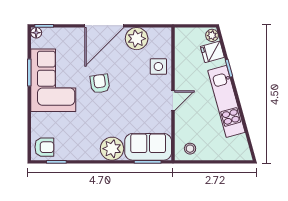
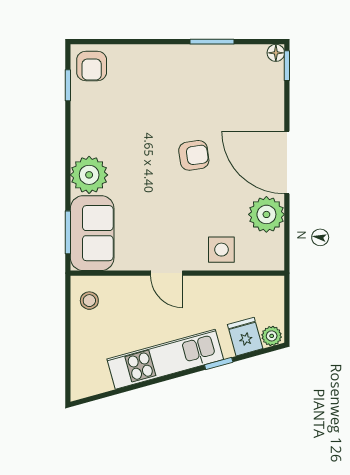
corner sofa: (53, 80) -> (199, 80), removed

